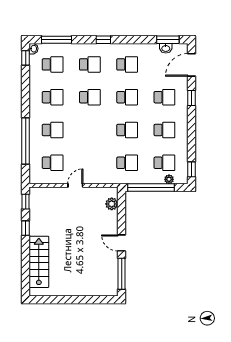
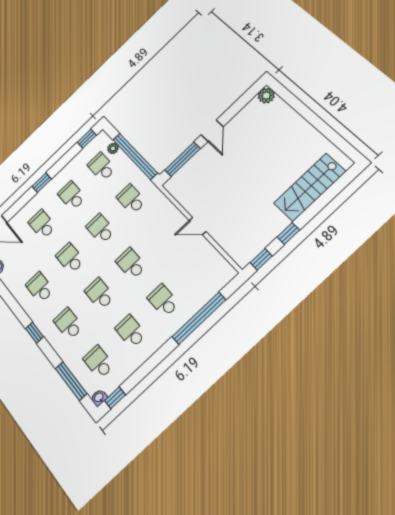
window: (191, 98) -> (42, 183), moved
school desk: (53, 163) -> (131, 264), moved
plant: (112, 204) -> (266, 96), moved
window: (122, 274) -> (183, 159), moved

